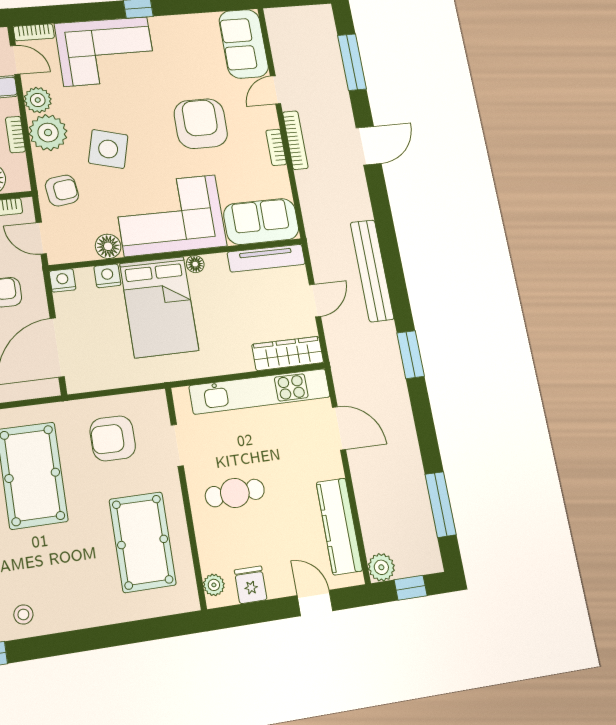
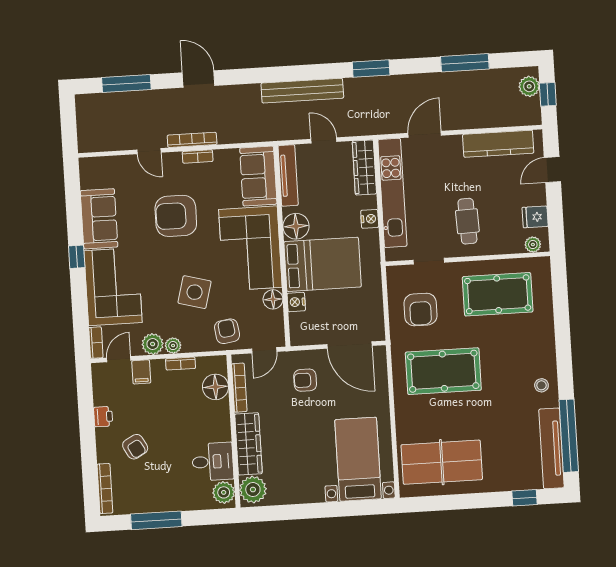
sofa: (244, 44) -> (99, 219), moved, turned -90
plant: (48, 133) -> (173, 346), width x0.53, depth x0.53
floor lamp: (195, 264) -> (296, 226), width x1.89, depth x1.89
nightstand: (63, 280) -> (370, 219), moved, turned 180
window: (441, 504) -> (465, 63), moved
plant: (381, 567) -> (529, 86), moved

